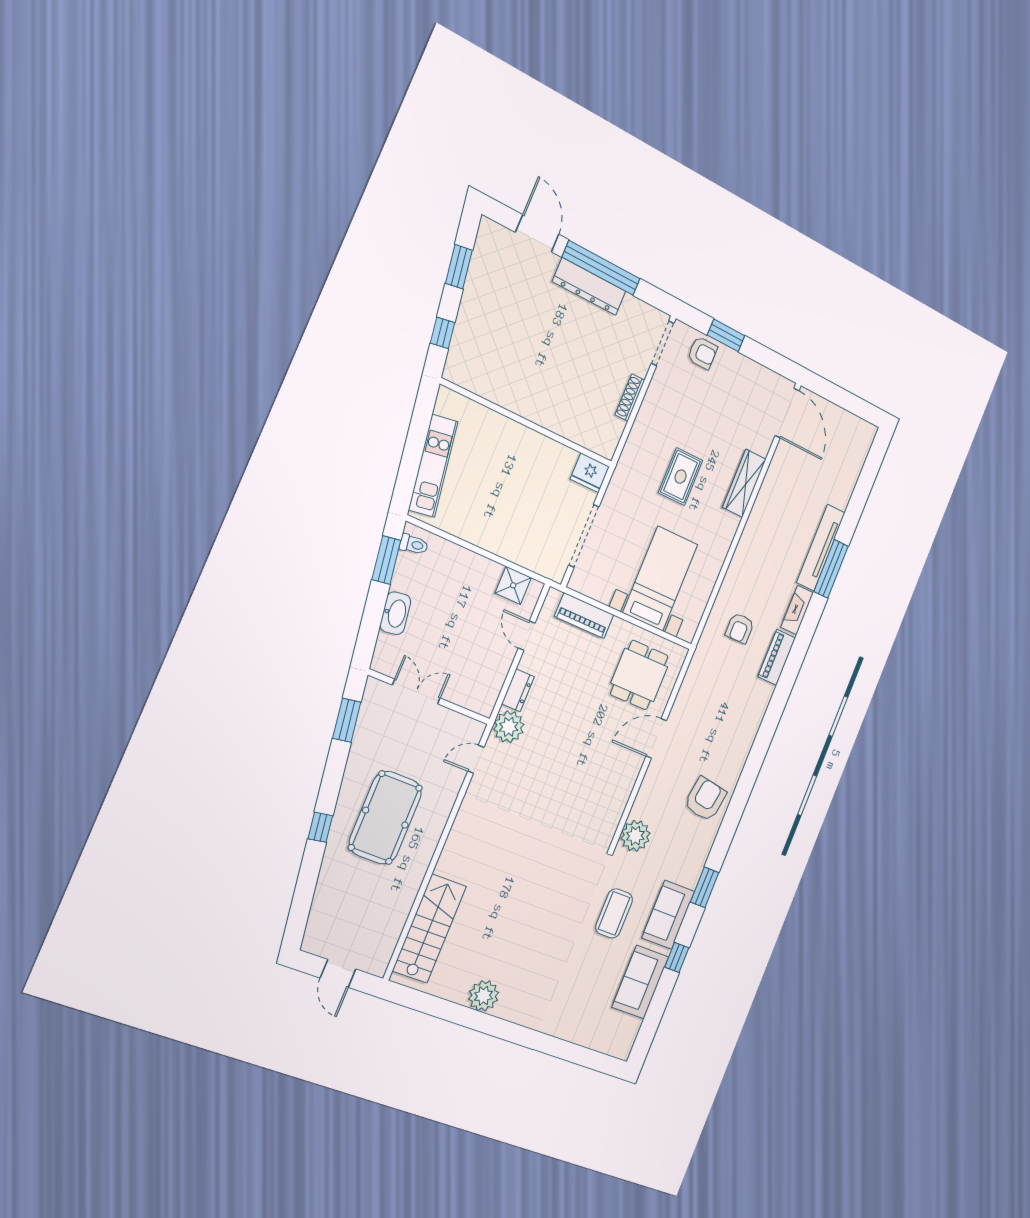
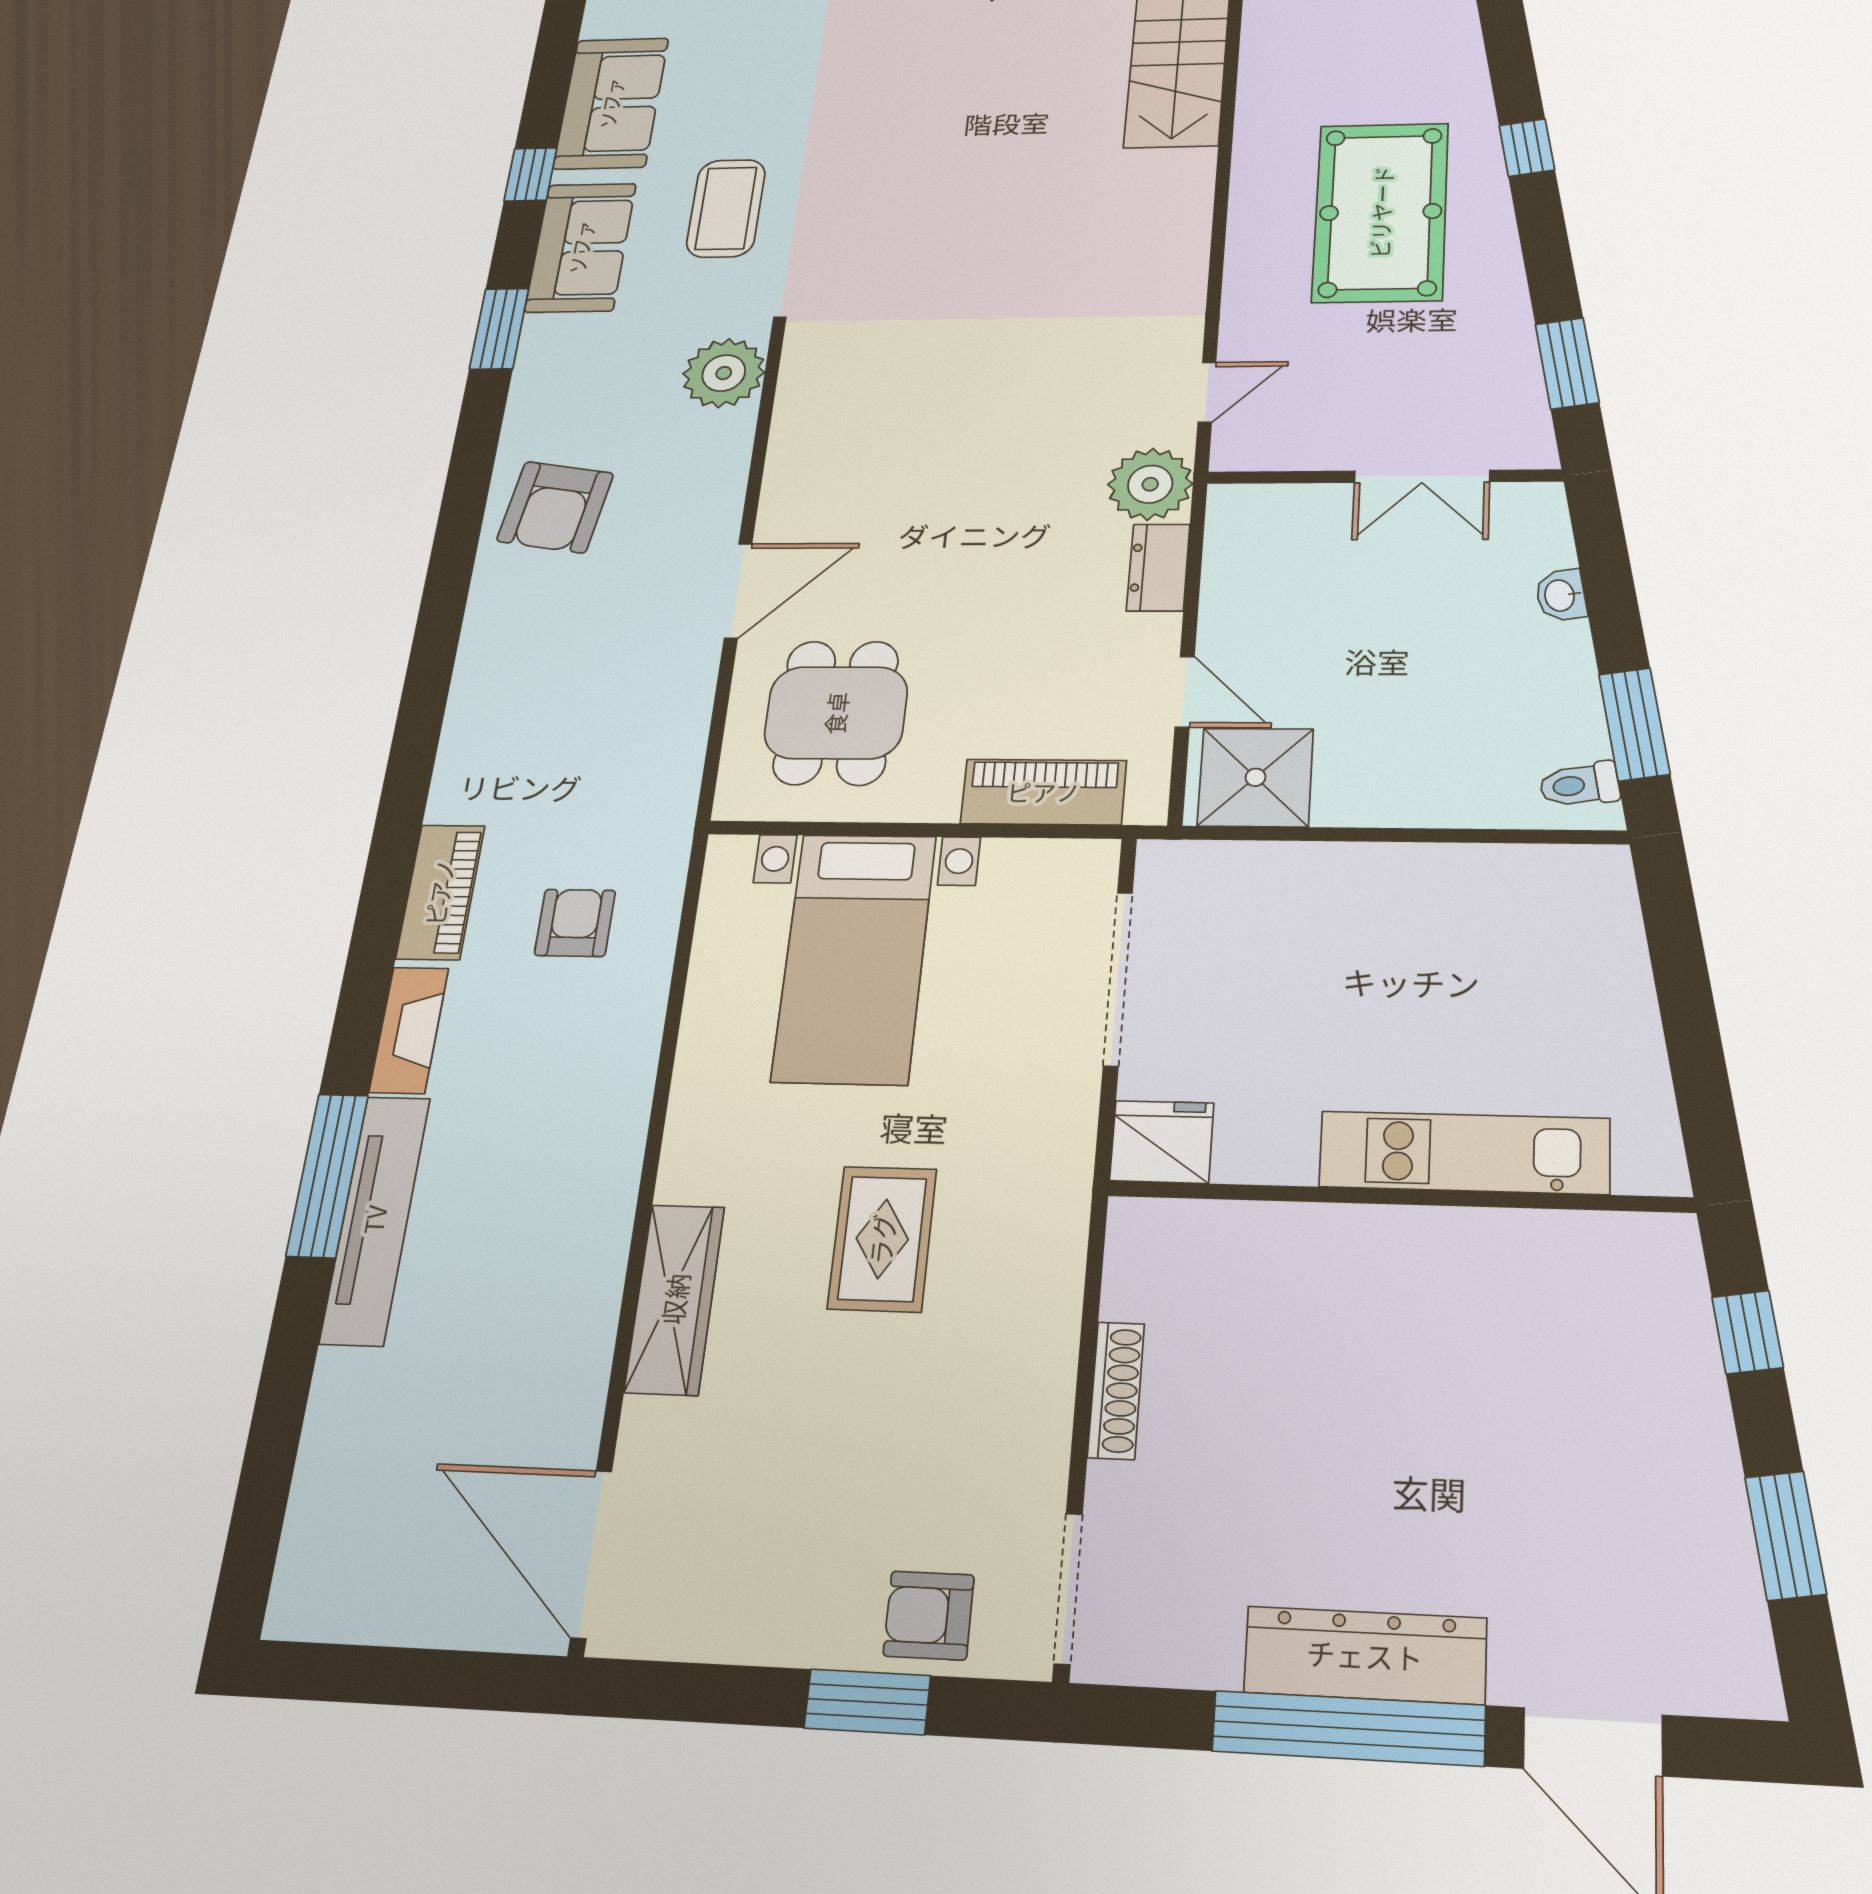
kitchen unit: (433, 466) -> (1464, 1153), moved, turned 99
shower: (513, 585) -> (1255, 777), width x1.36, depth x1.36
washbasin: (395, 613) -> (1561, 595), width x0.52, depth x0.69

